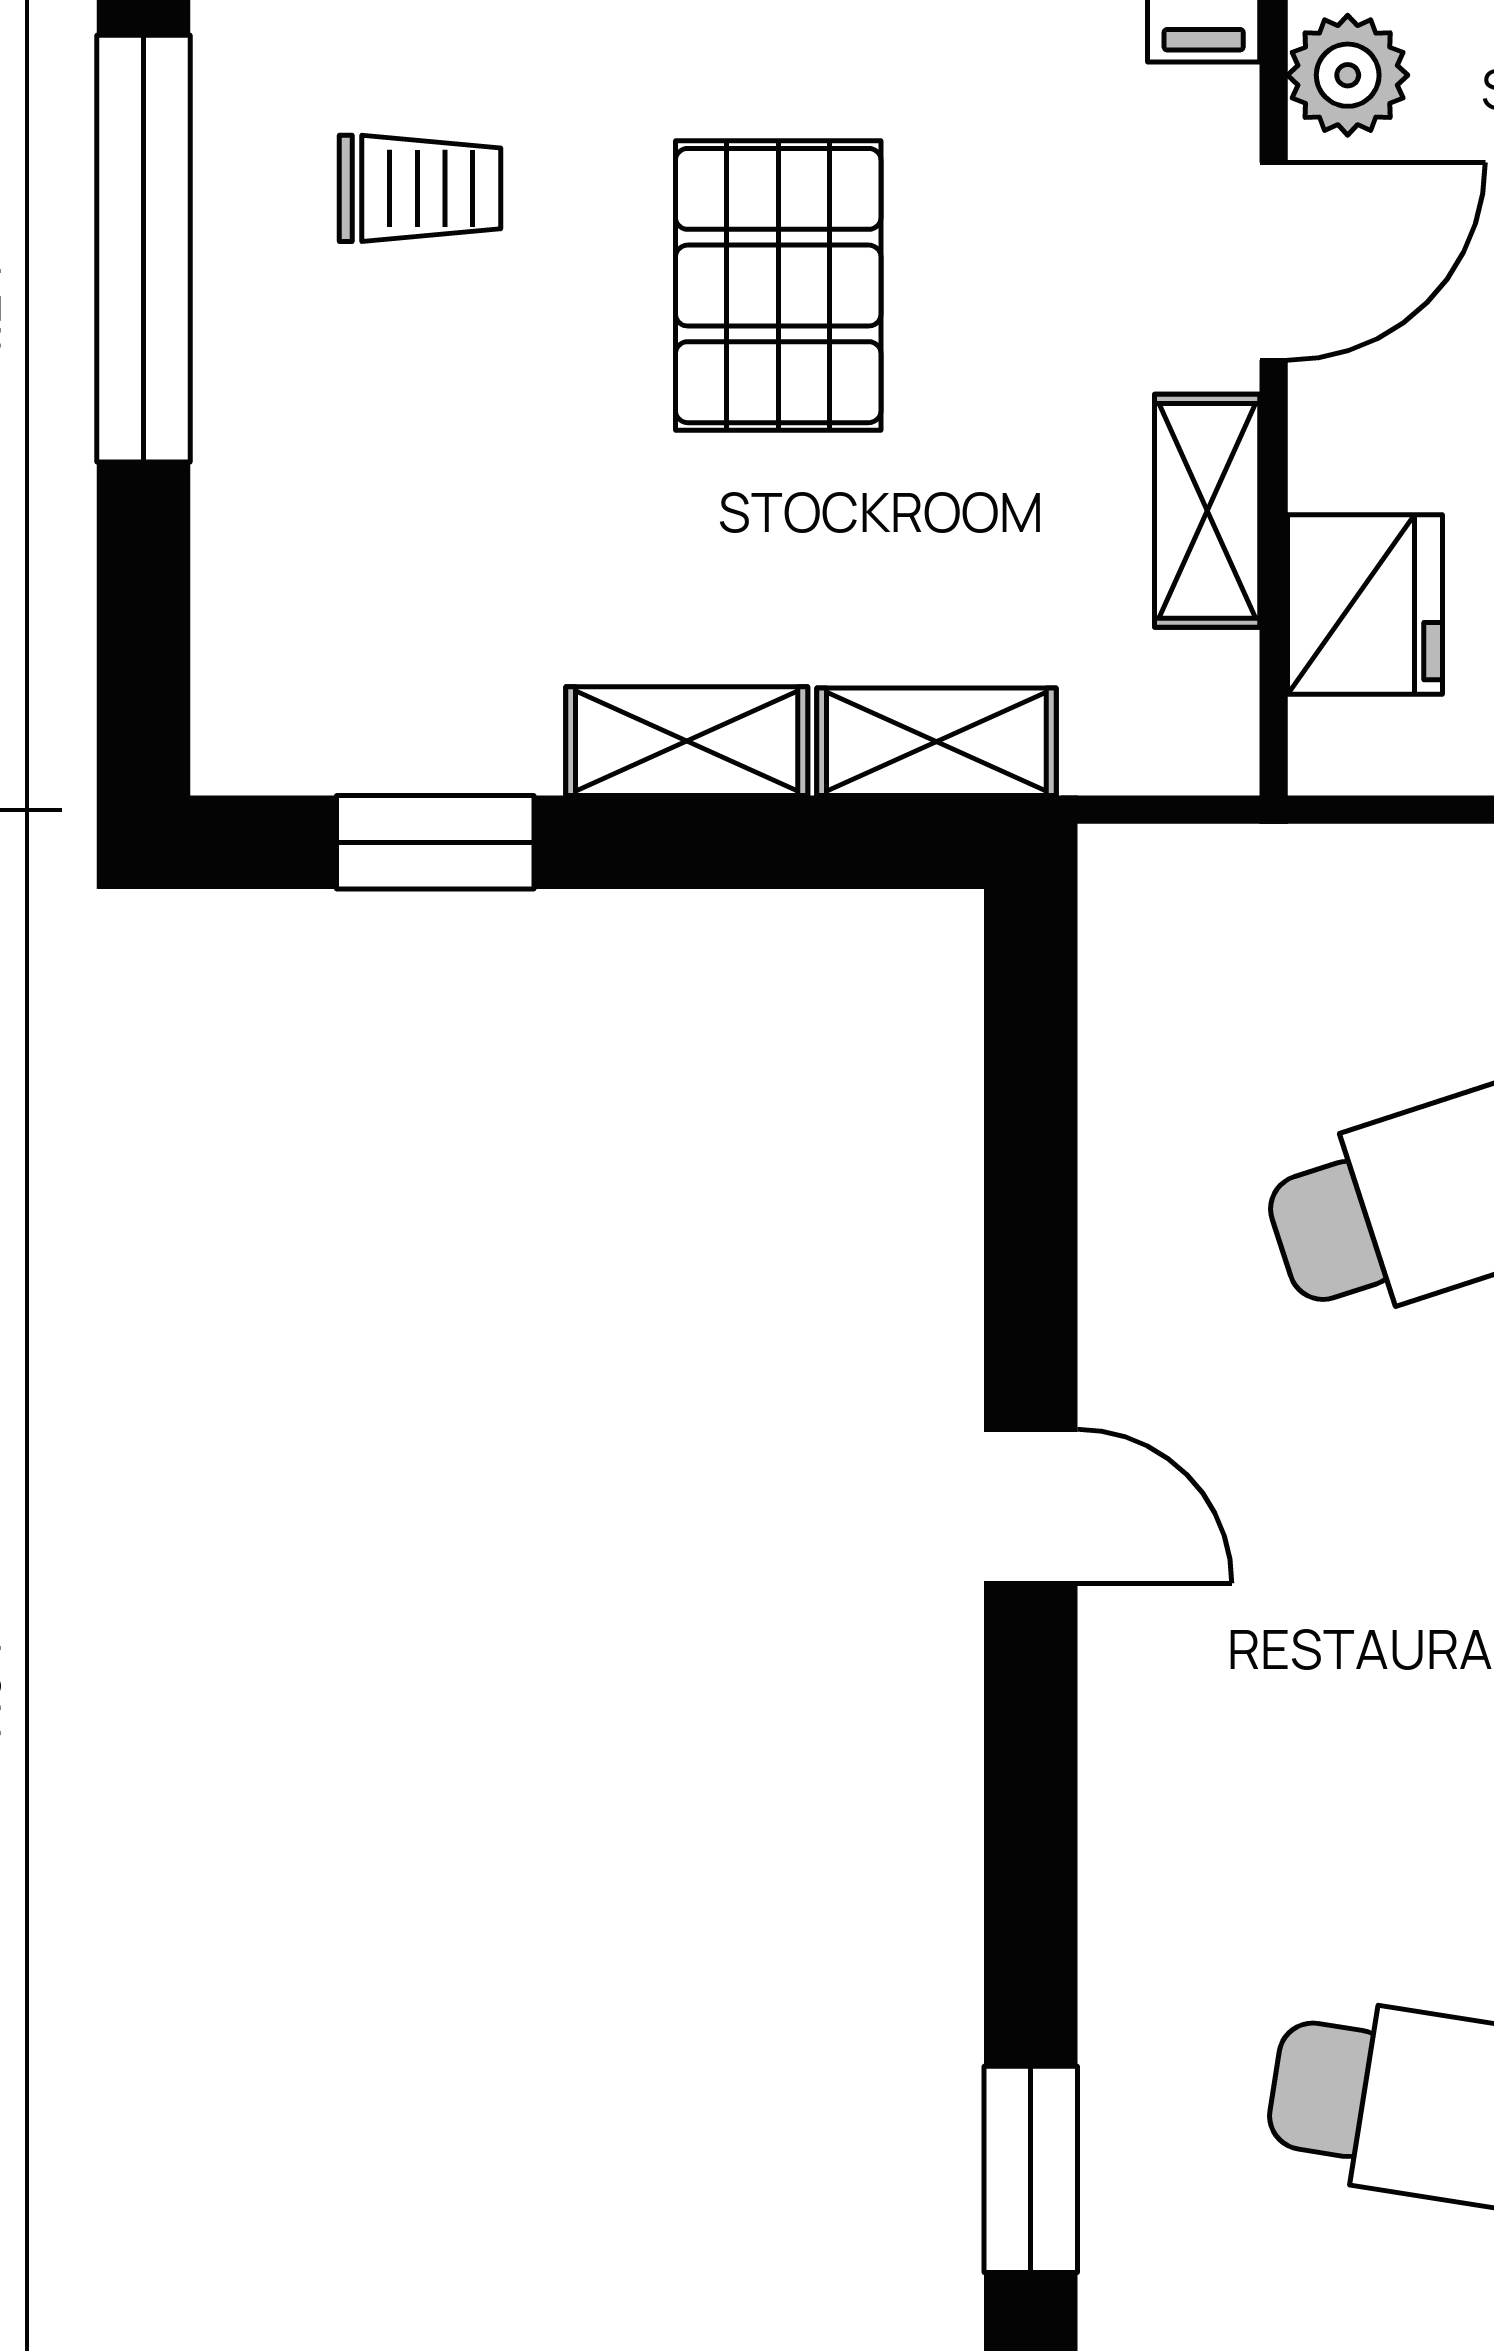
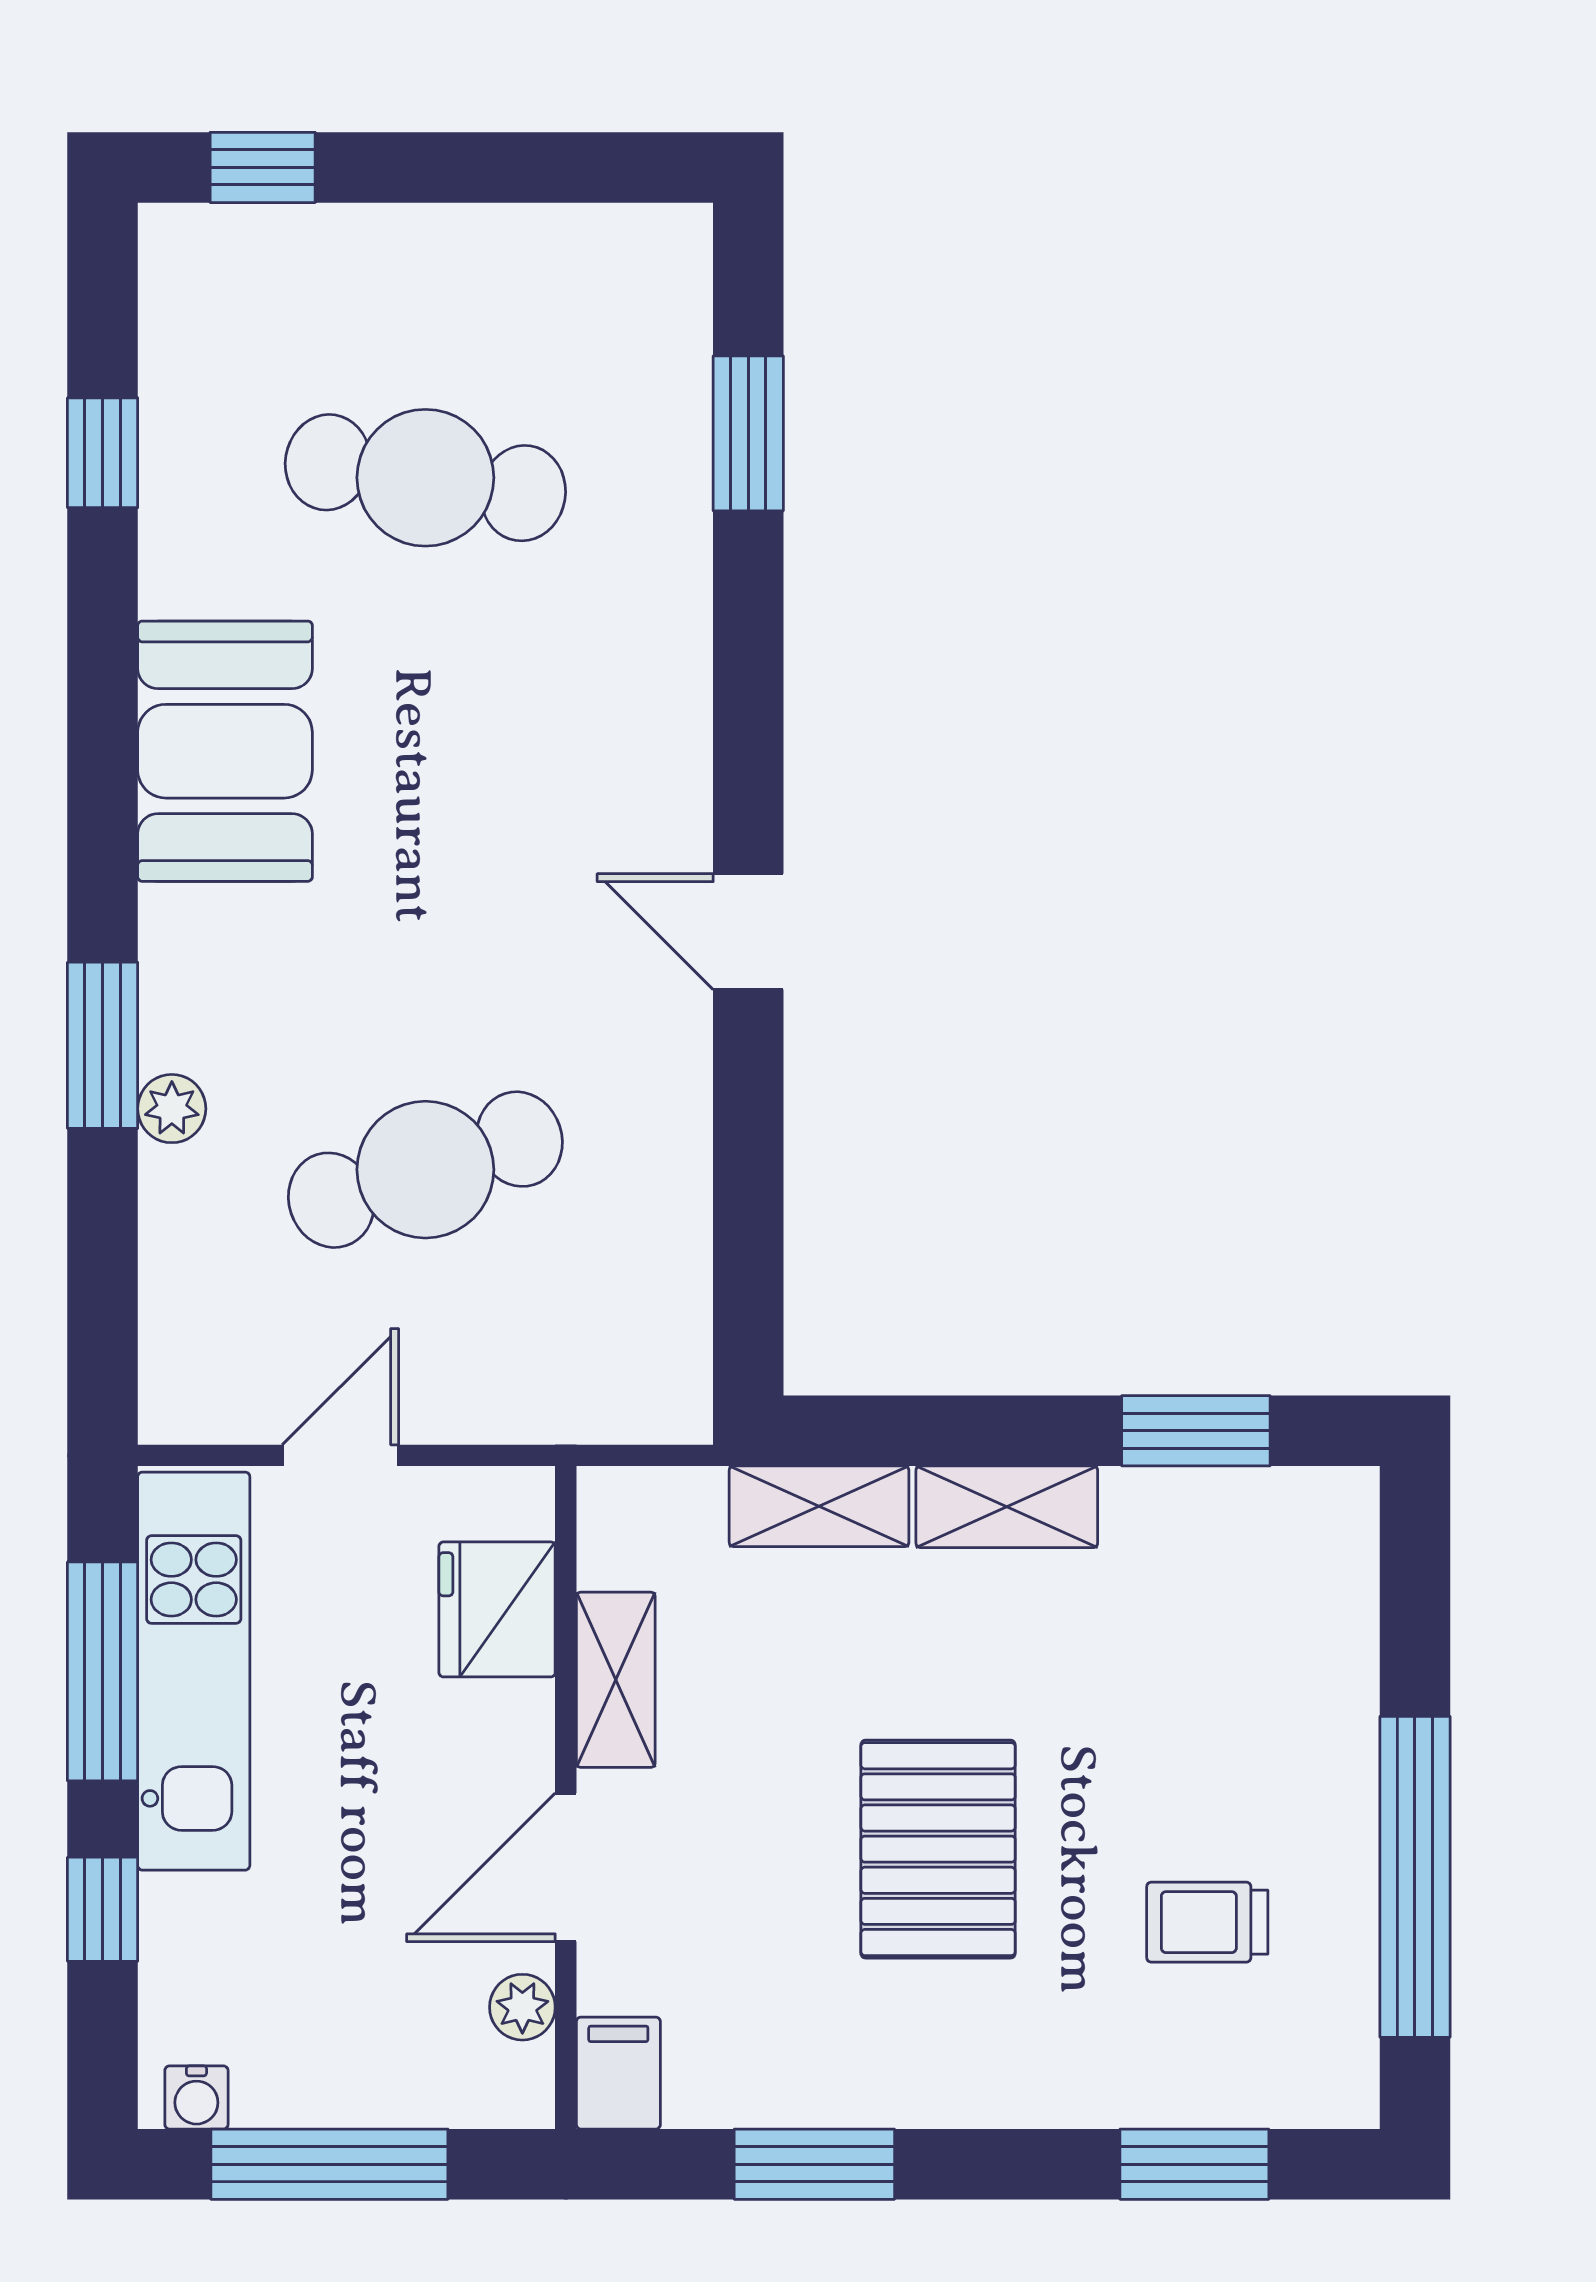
plant: (1348, 75) -> (522, 2007), width x0.73, depth x0.73

